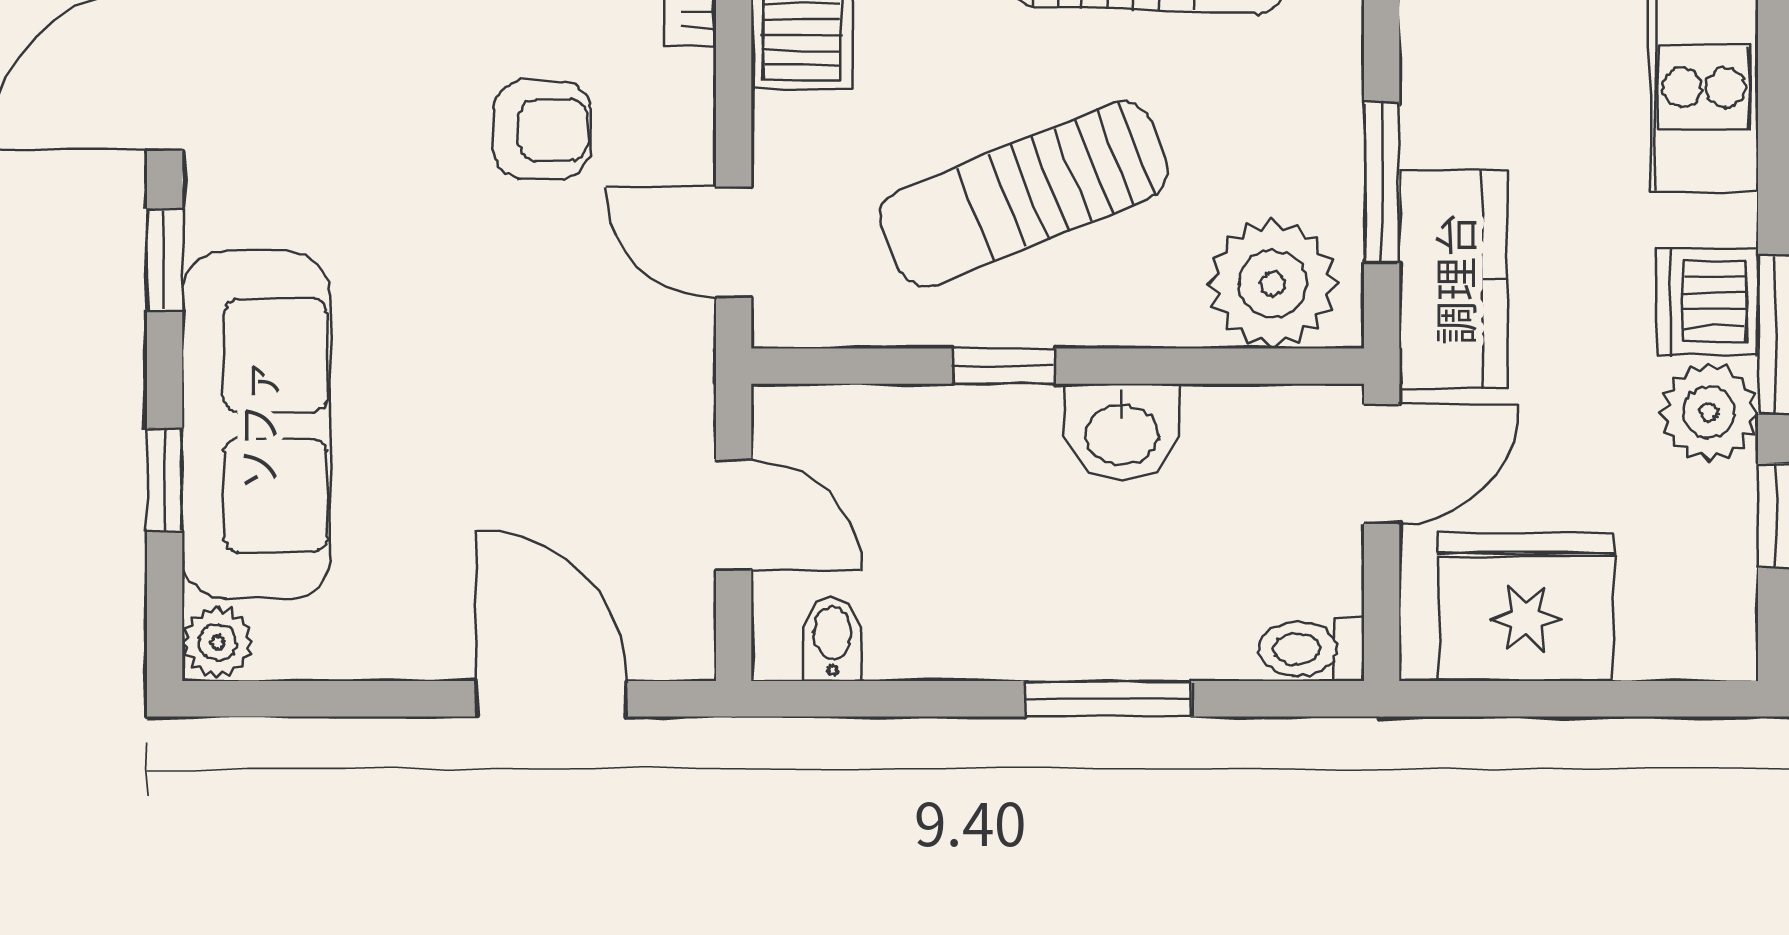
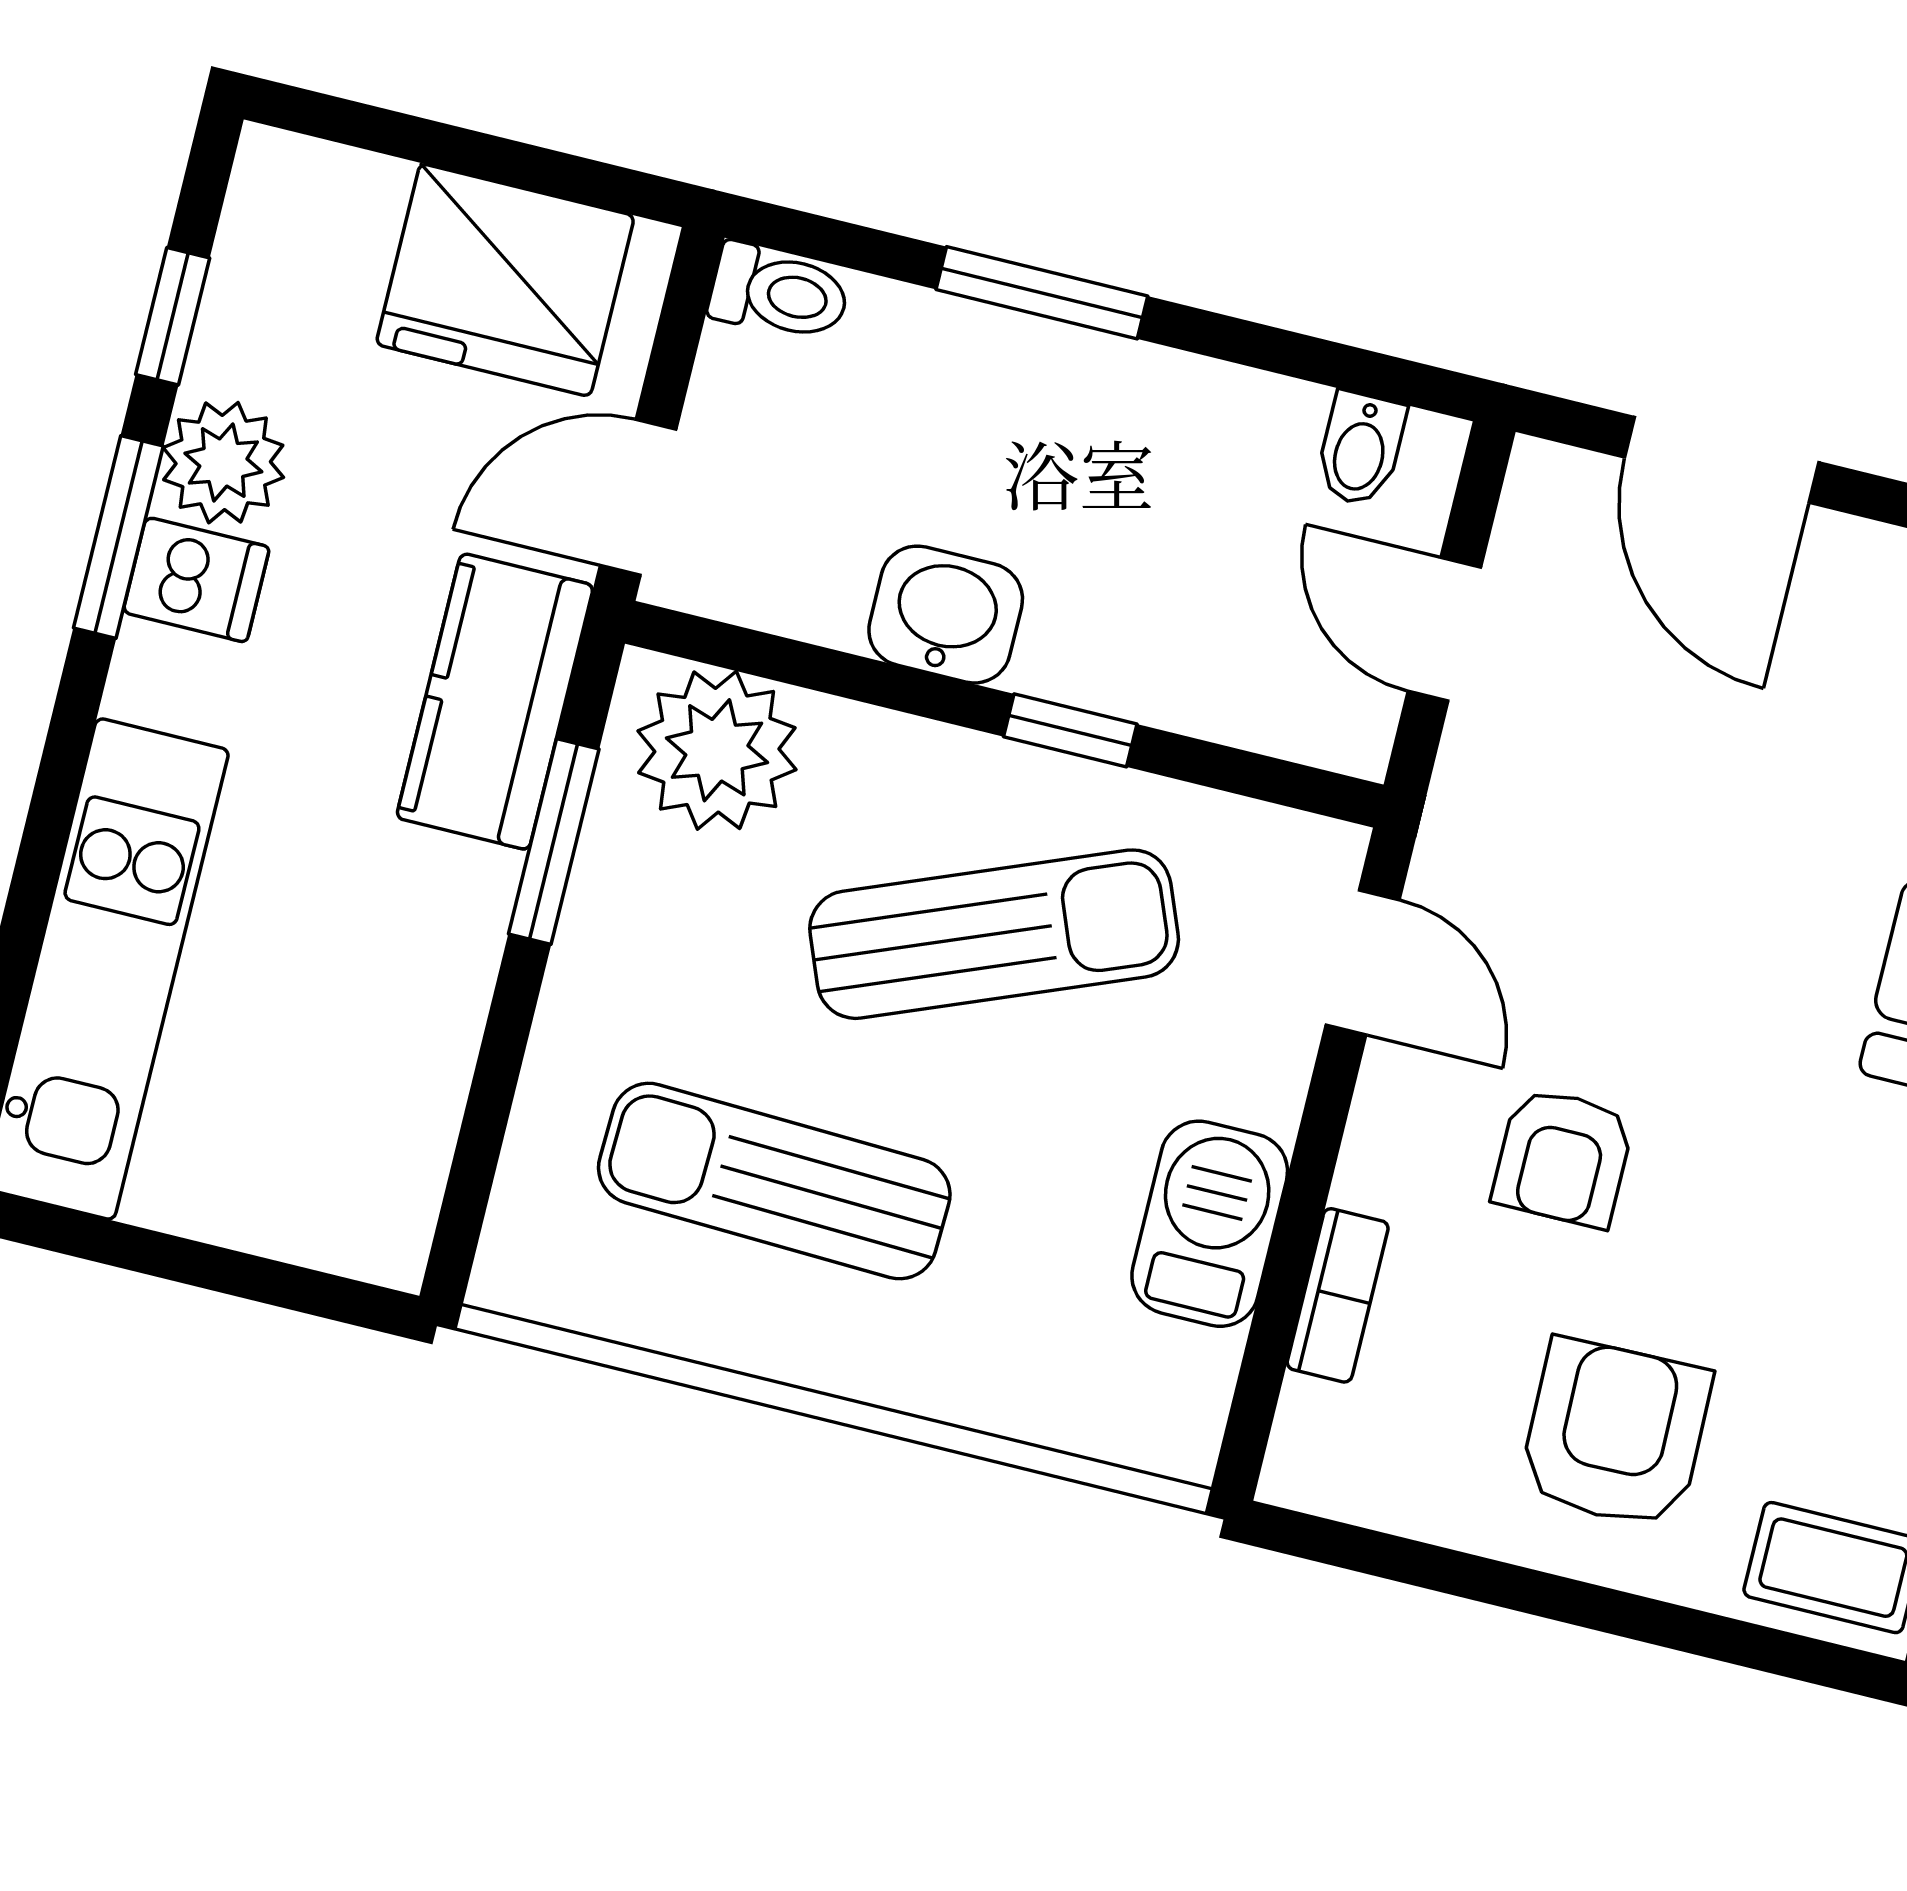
armchair: (542, 130) -> (1563, 1157), turned -90
dishwasher: (1707, 302) -> (196, 580), width x0.73

